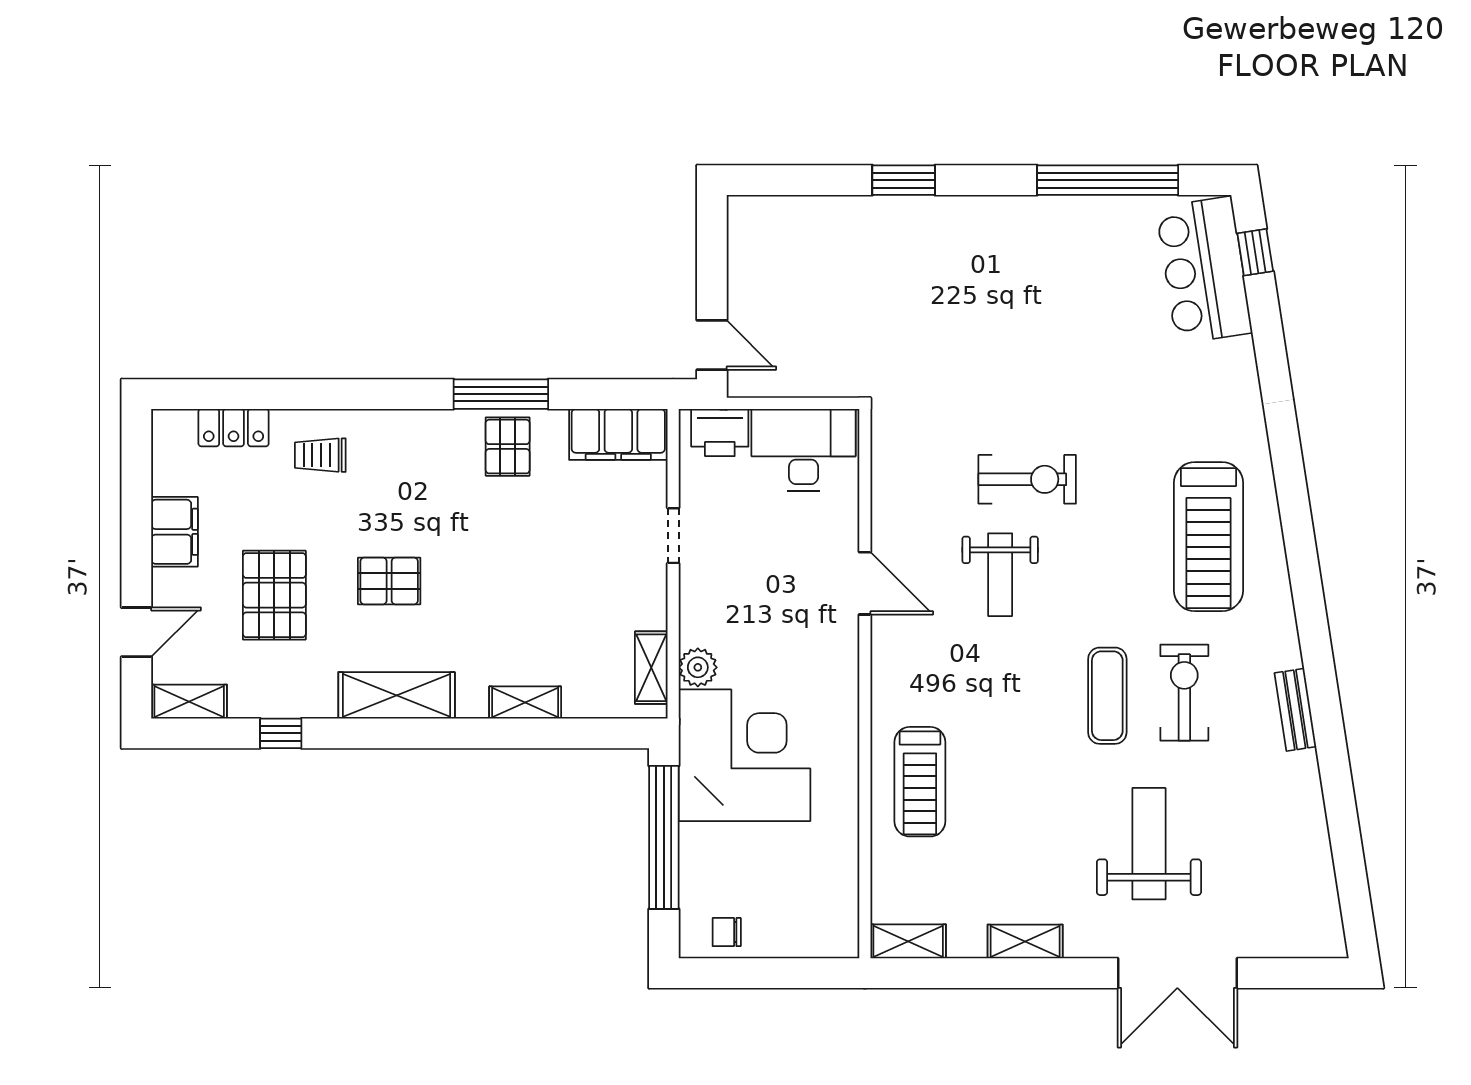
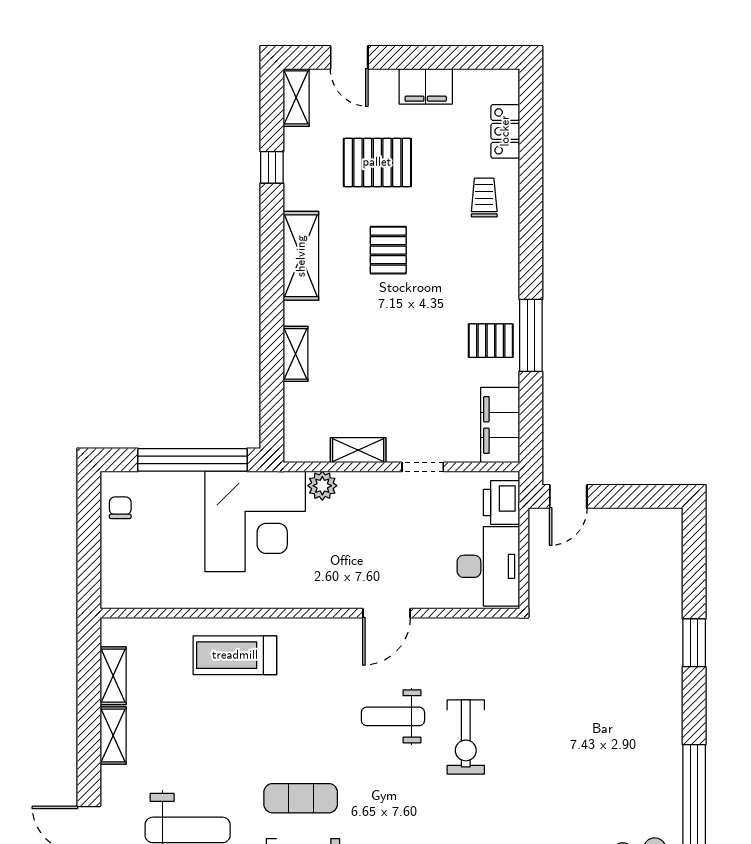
shelving: (651, 668) -> (358, 450), moved
shelving: (908, 941) -> (113, 676), moved

